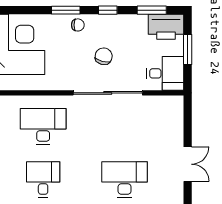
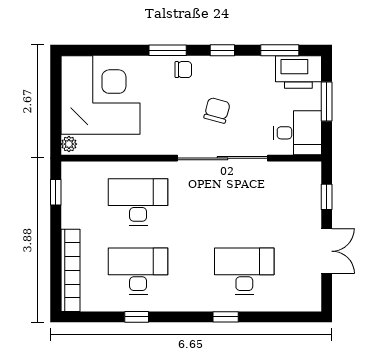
window: (188, 123) -> (327, 197), added
desk: (43, 179) -> (138, 271), width x1.37

